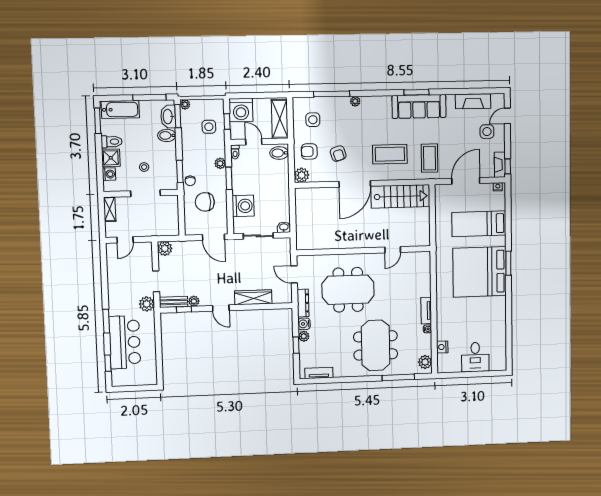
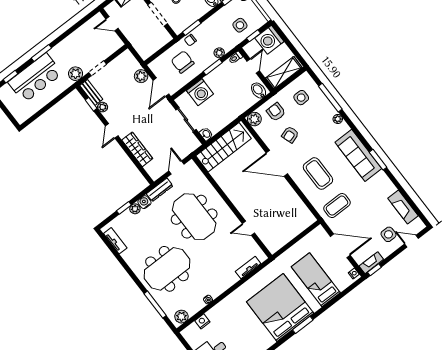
sofa: (419, 107) -> (358, 155), moved
stairs: (400, 196) -> (224, 147), moved, turned -90
plant: (165, 249) -> (141, 76), moved
tv unit: (426, 311) -> (248, 267), moved

